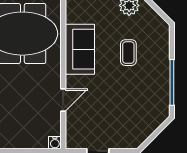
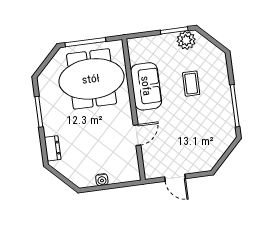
water cooler: (55, 143) -> (102, 180), moved

